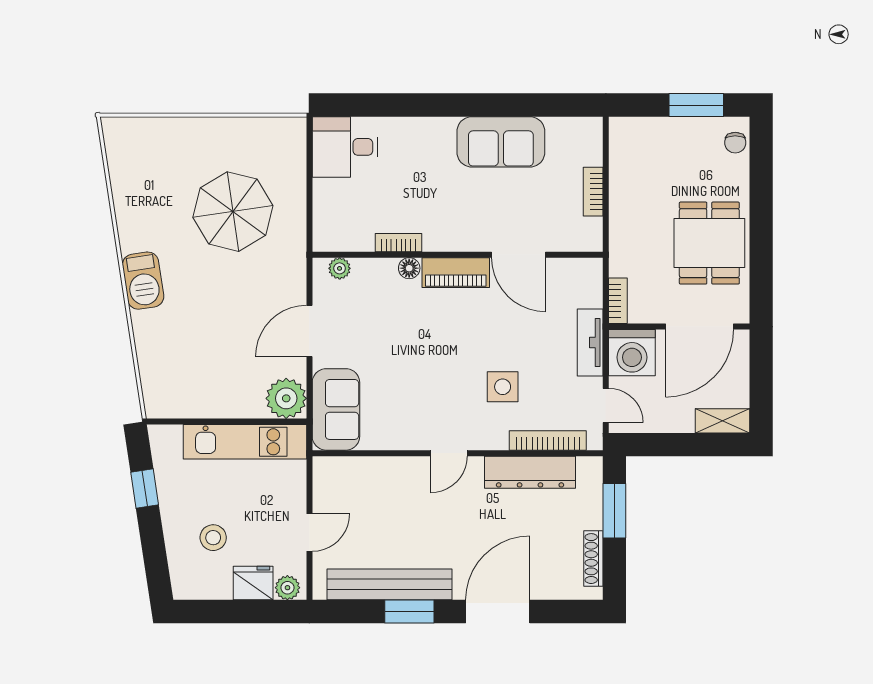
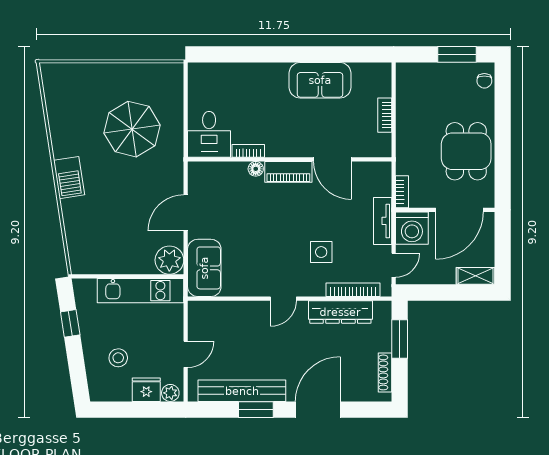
desk: (345, 147) -> (209, 134), moved, turned -90
plant: (340, 268) -> (207, 169), removed
door: (606, 405) -> (394, 265), hinge flipped

